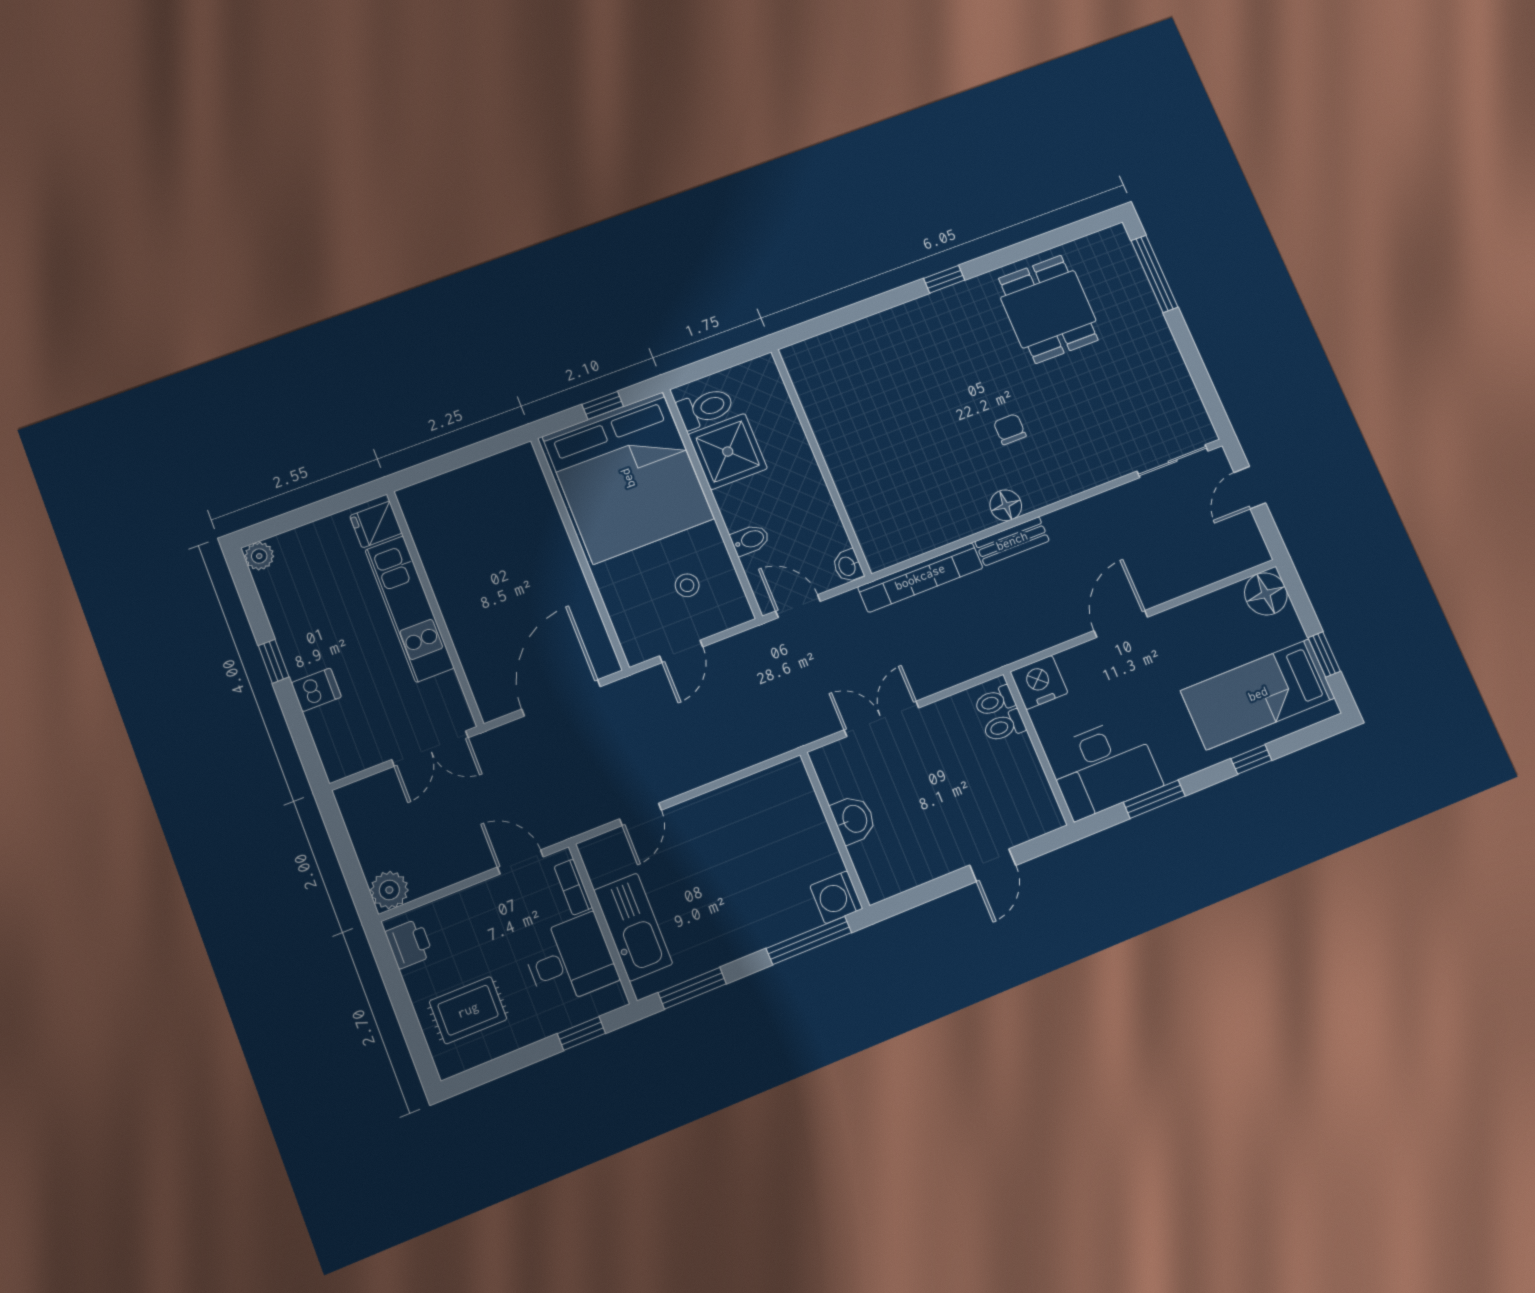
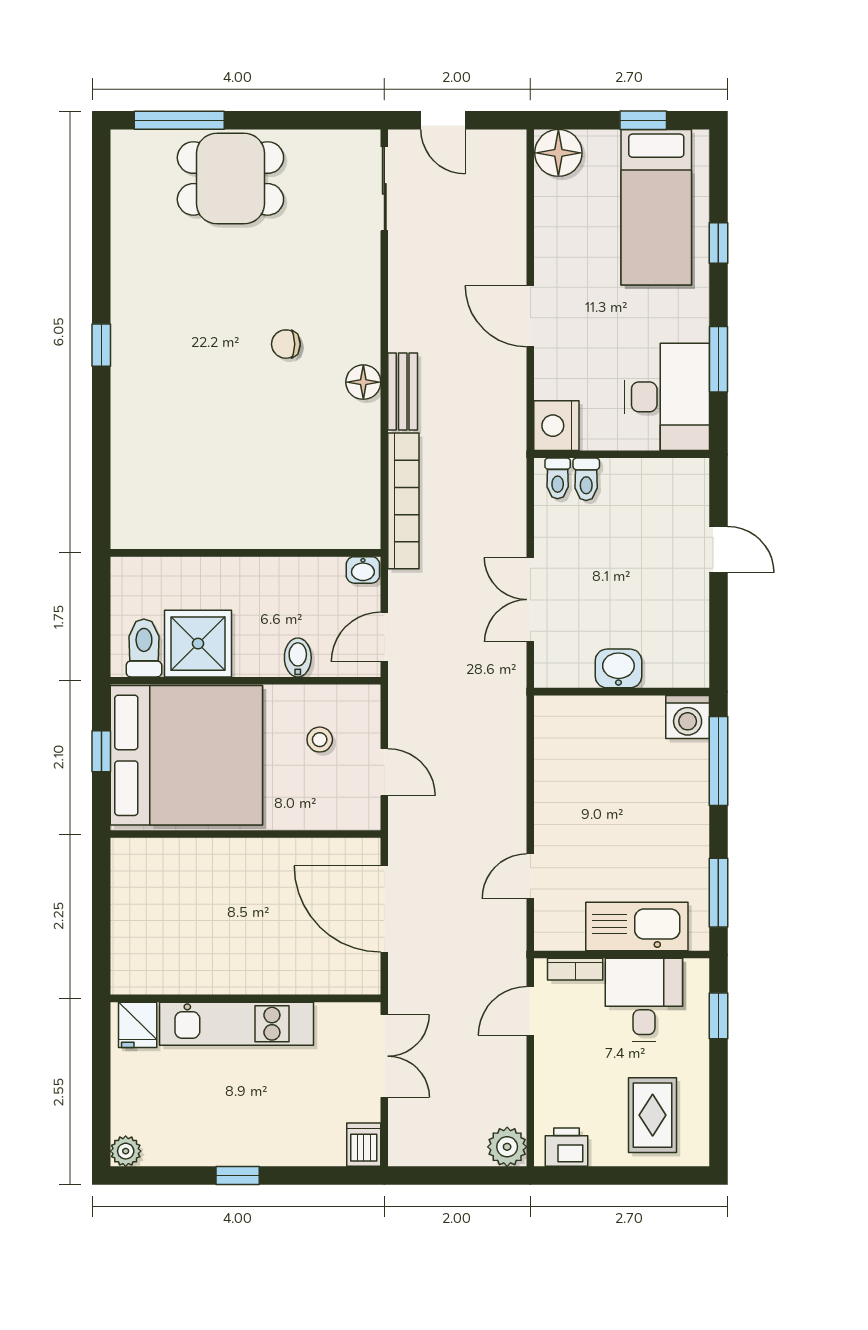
dining table: (1048, 309) -> (230, 178), moved
dishwasher: (316, 690) -> (364, 1145), moved
door: (640, 814) -> (530, 876), swing flipped

